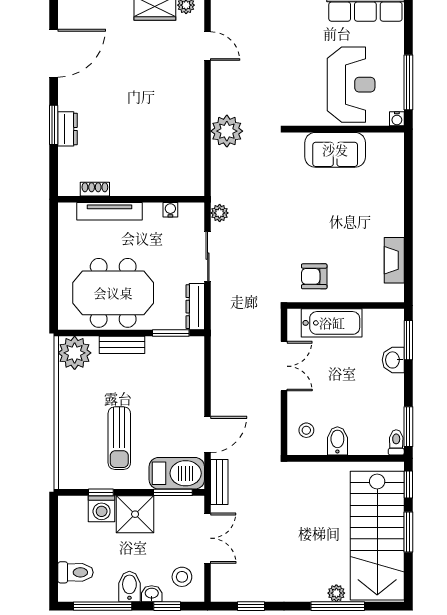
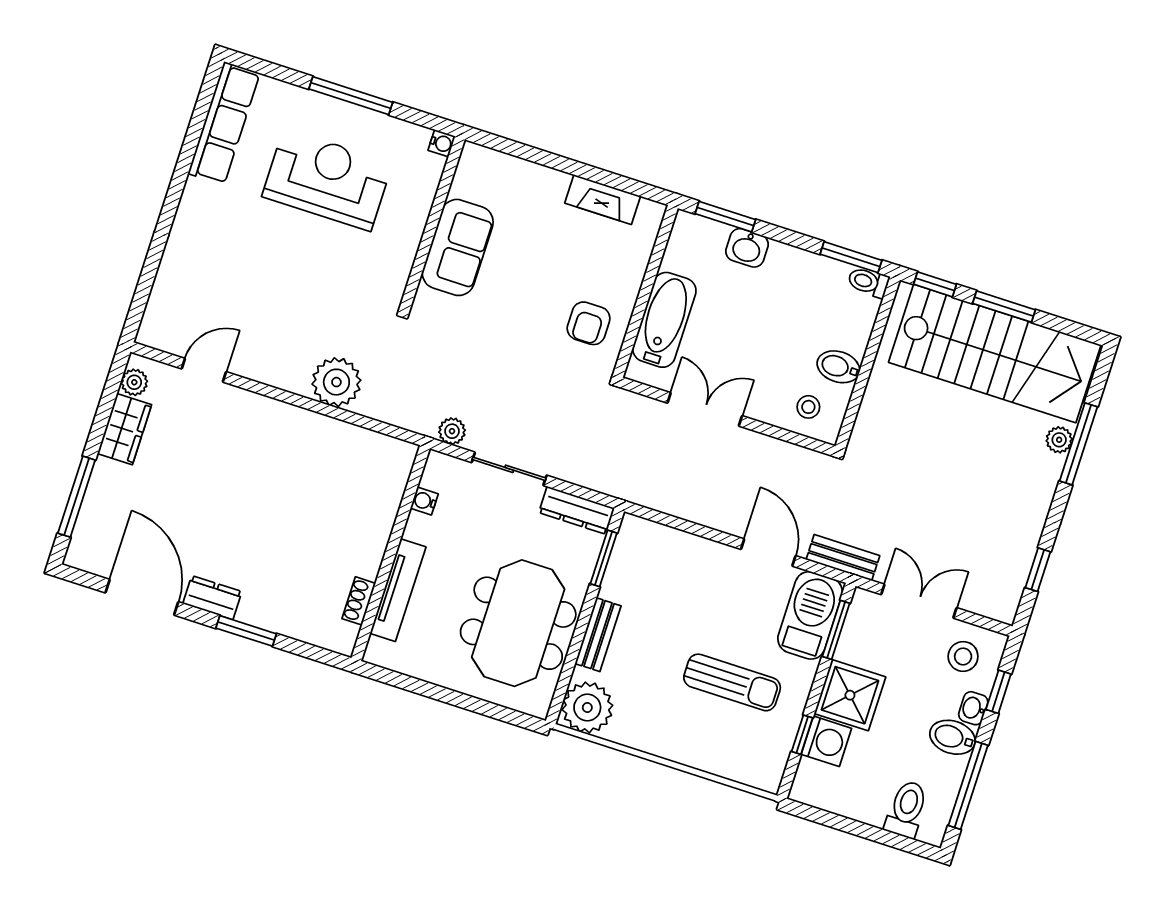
water cooler: (397, 119) -> (442, 143), moved
dresser: (68, 129) -> (212, 598), moved
wall: (346, 129) -> (433, 223), moved
sofa: (335, 150) -> (458, 247), moved

